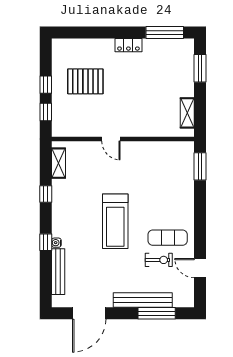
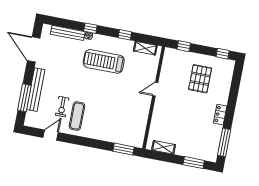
window: (46, 85) -> (223, 54), moved
treadmill: (115, 221) -> (104, 61), moved

